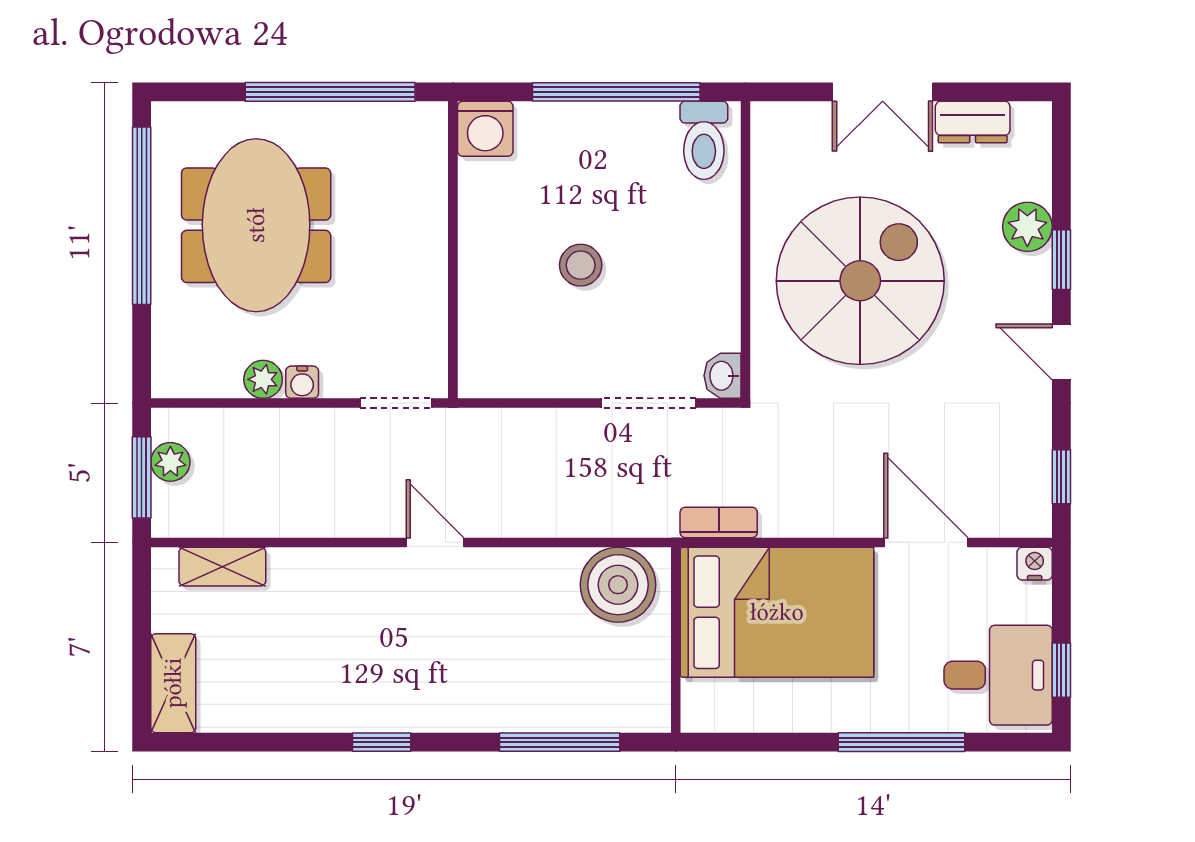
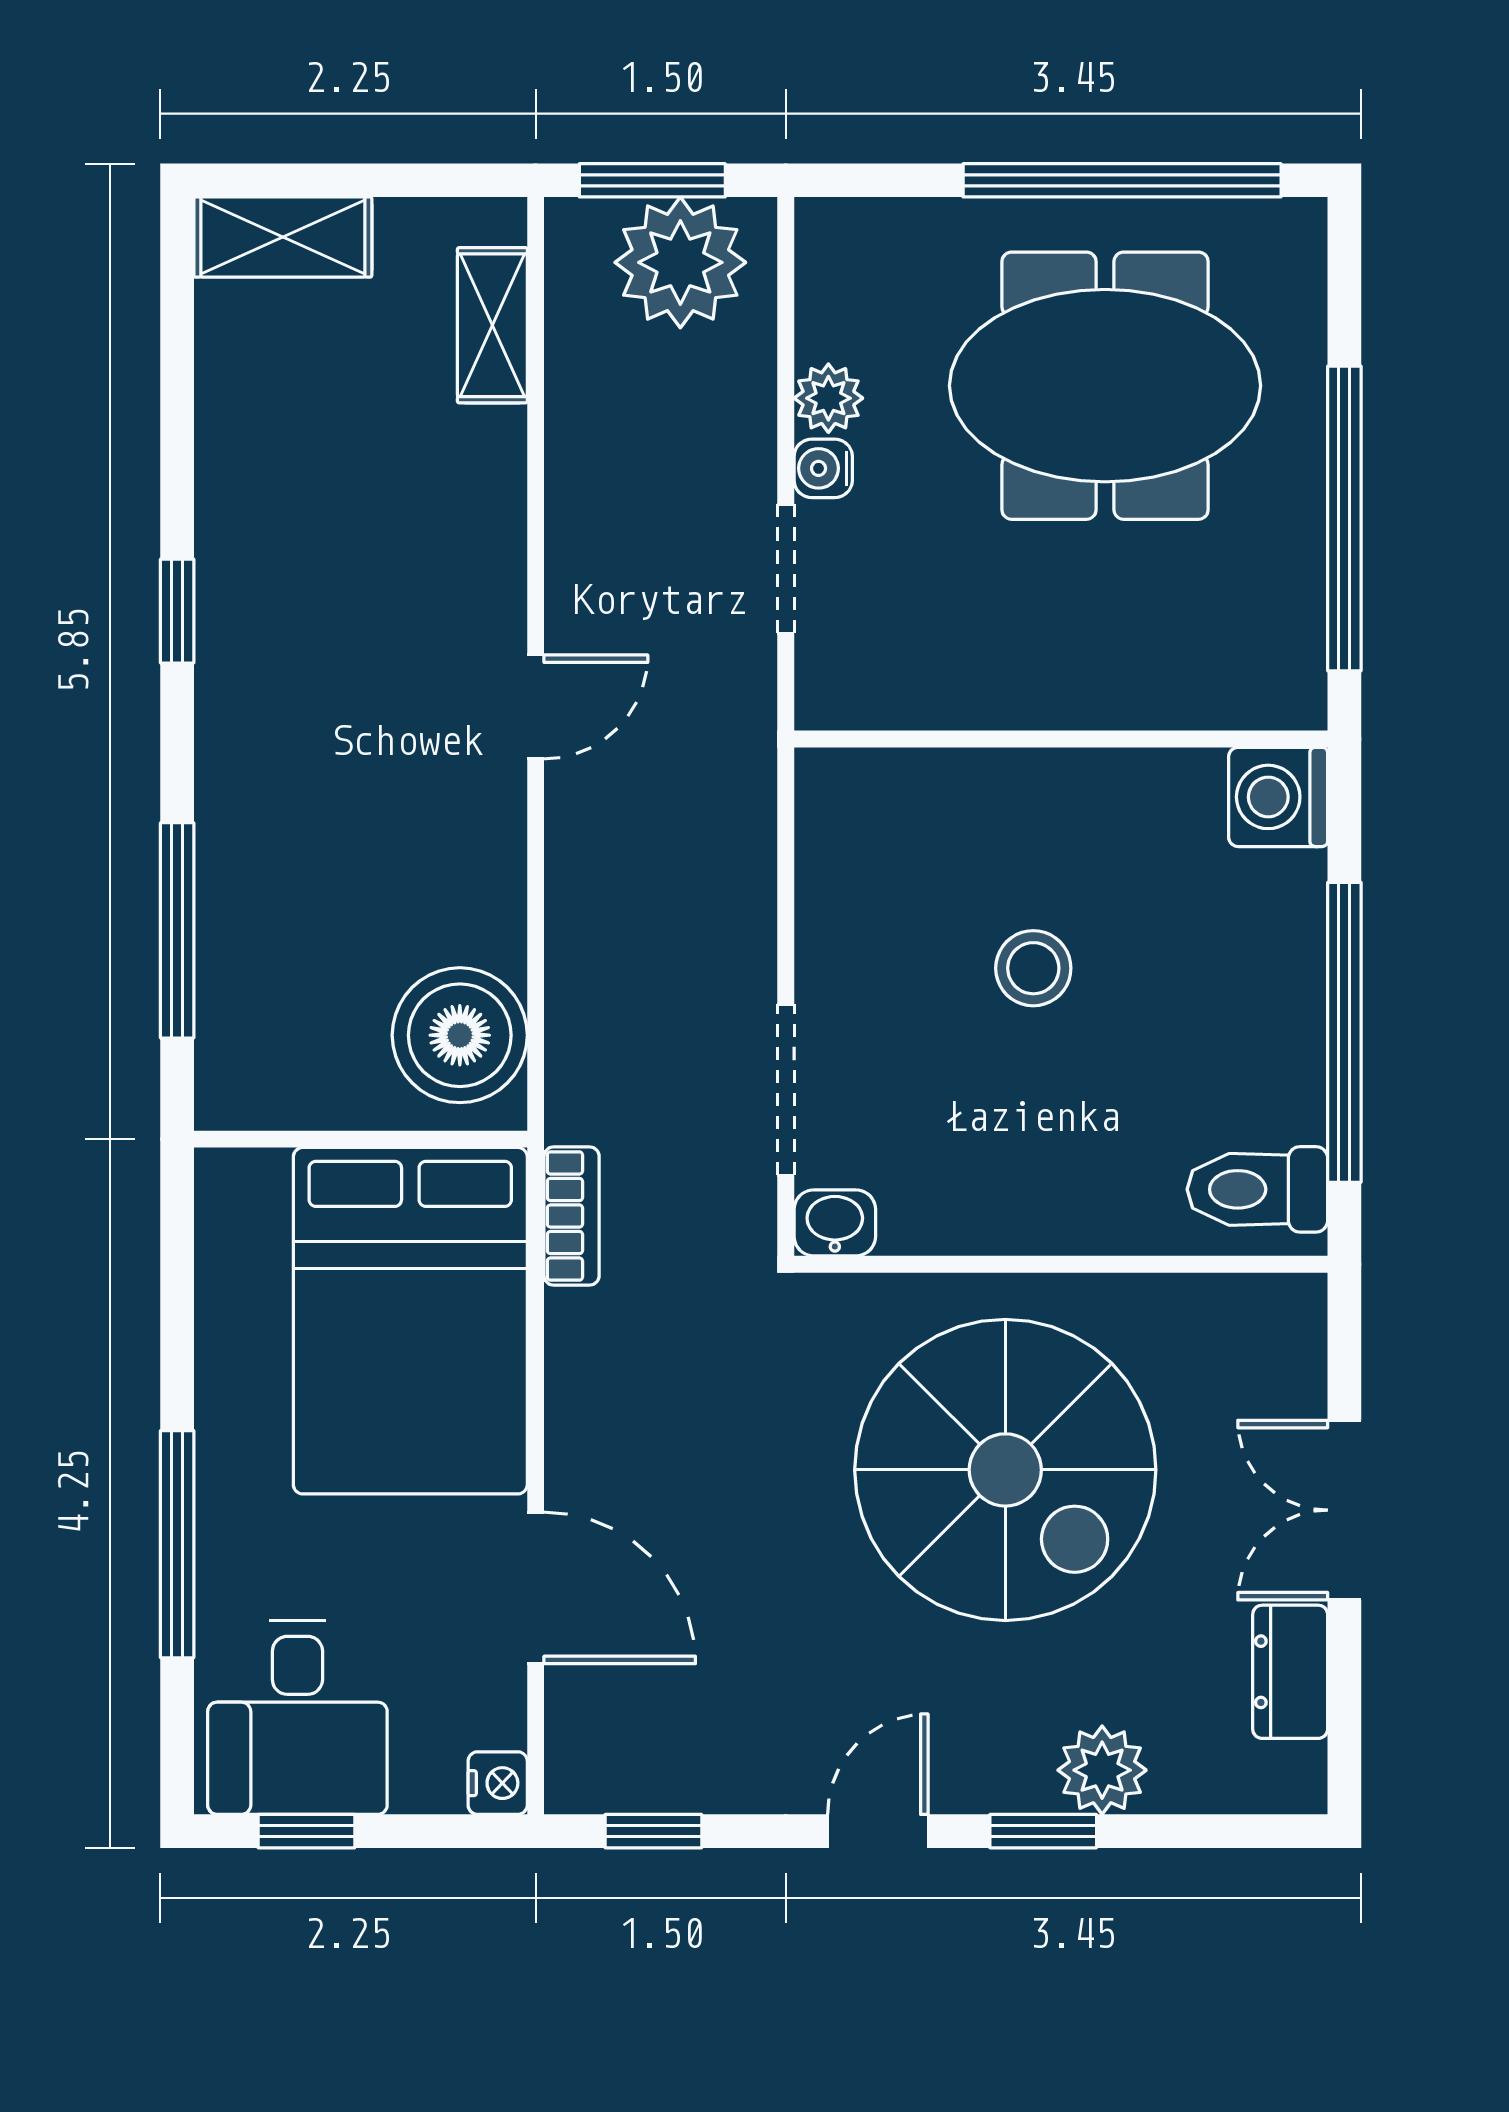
doorway: (396, 403) -> (786, 569), moved
plant: (170, 462) -> (680, 262), width x1.88, depth x1.88
door: (926, 542) -> (536, 1588), hinge flipped

